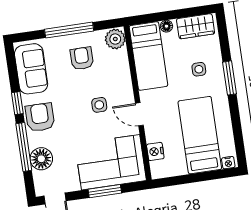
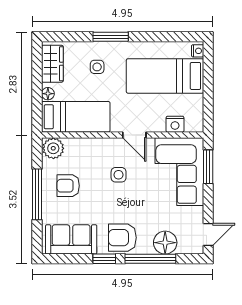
door: (139, 114) -> (134, 135), hinge flipped
window: (105, 191) -> (208, 167), moved

